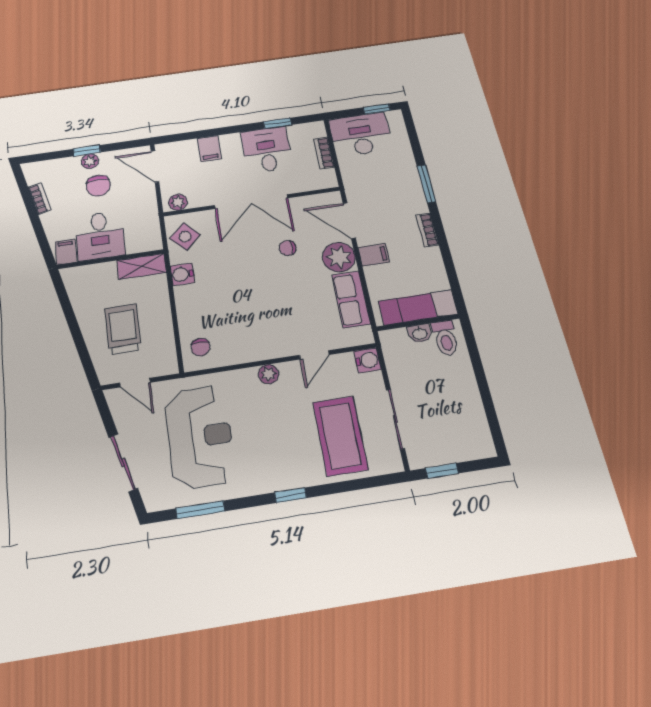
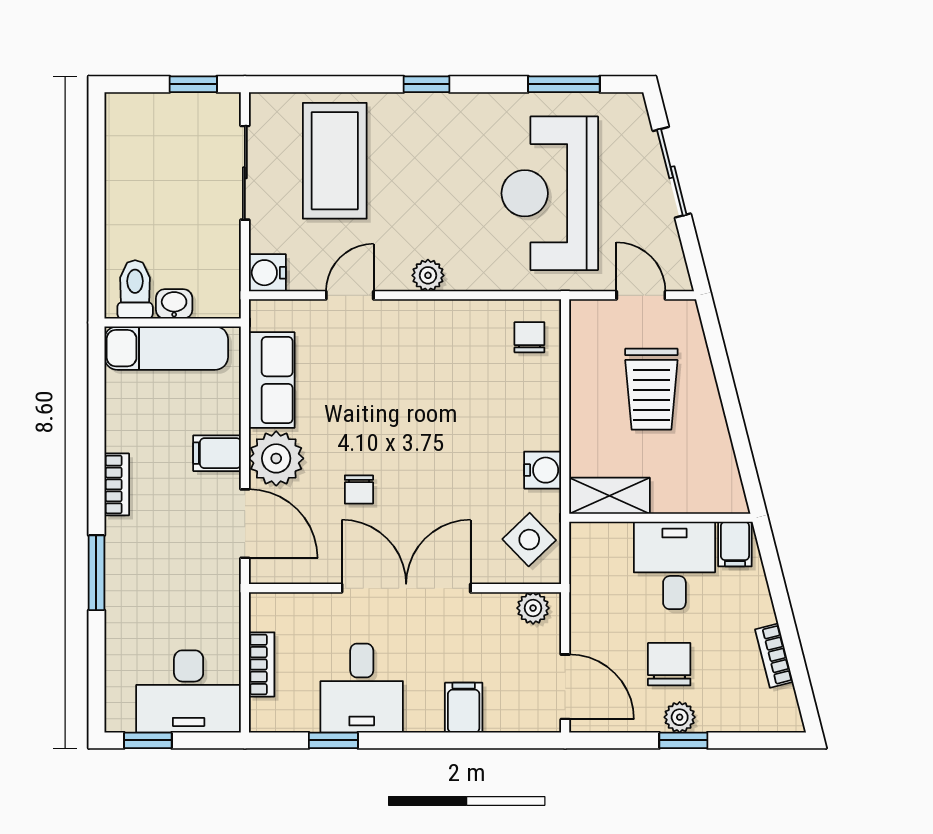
chair: (288, 248) -> (359, 490), turned 90

